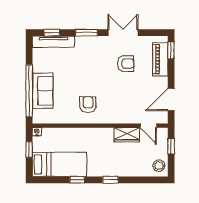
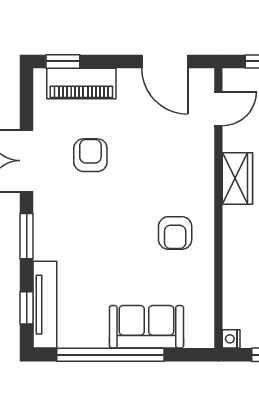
window: (29, 91) -> (110, 355), moved
armchair: (88, 105) -> (175, 233), turned -90
wardrobe: (127, 135) -> (237, 179), moved

